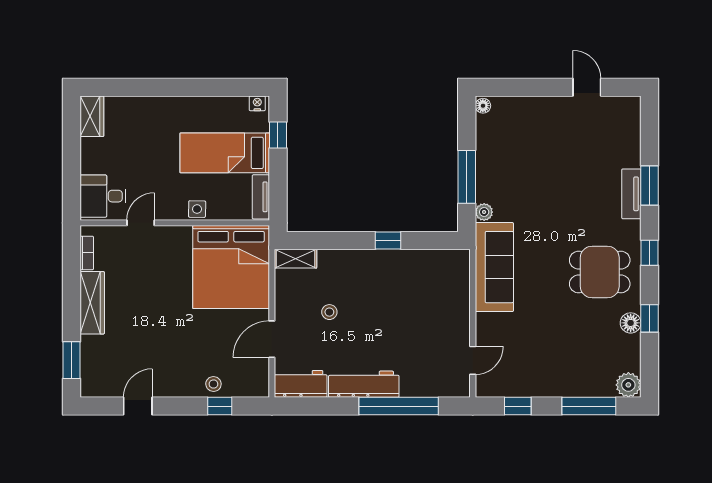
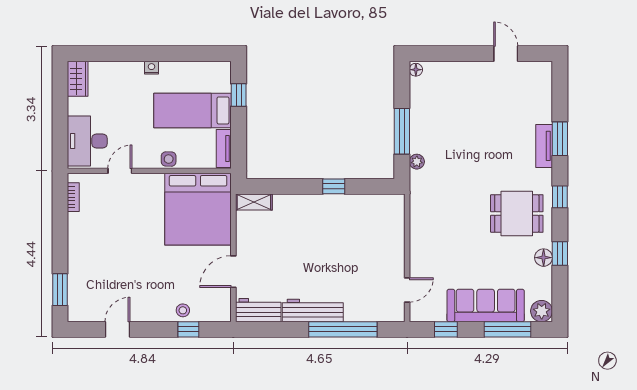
nightstand: (257, 103) -> (152, 68), moved
desk: (103, 196) -> (87, 141), width x1.37
sofa: (494, 267) -> (486, 305), moved, turned -90
wardrobe: (92, 303) -> (78, 240), removed
stool: (329, 312) -> (283, 248), removed

